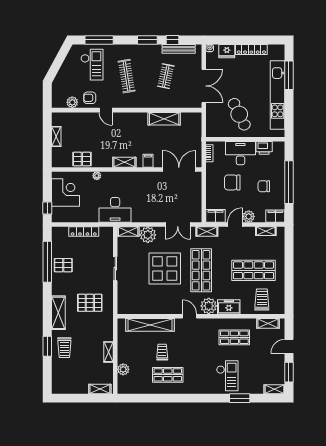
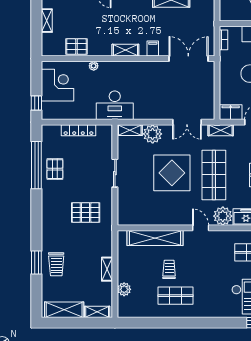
pallet: (63, 265) -> (55, 169), turned 90
shelving: (58, 313) -> (64, 310), moved, turned 90

